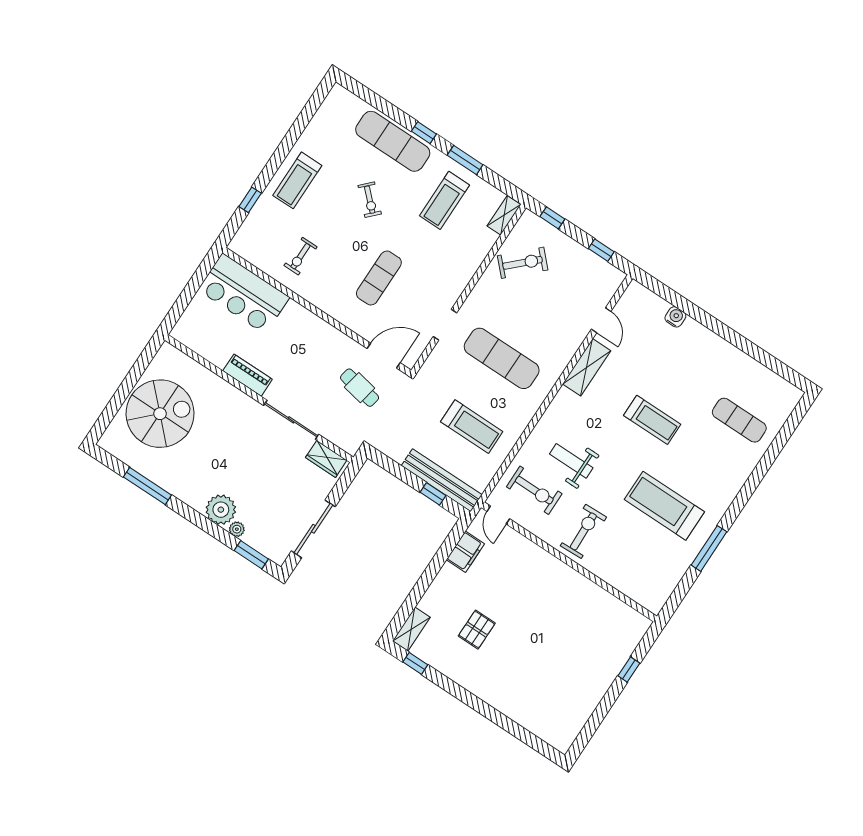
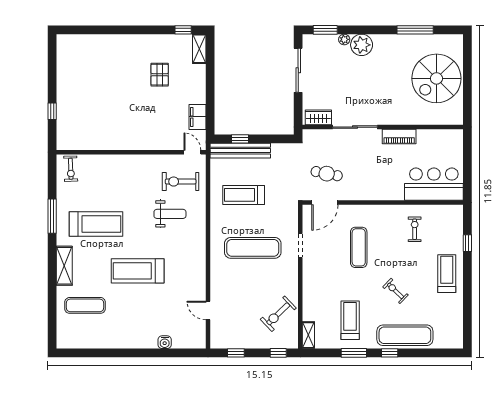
shelving: (587, 367) -> (64, 266), moved
treadmill: (652, 420) -> (138, 271), width x1.37, depth x1.38
exercise bike: (583, 531) -> (71, 169), moved, width x0.73, depth x0.72

